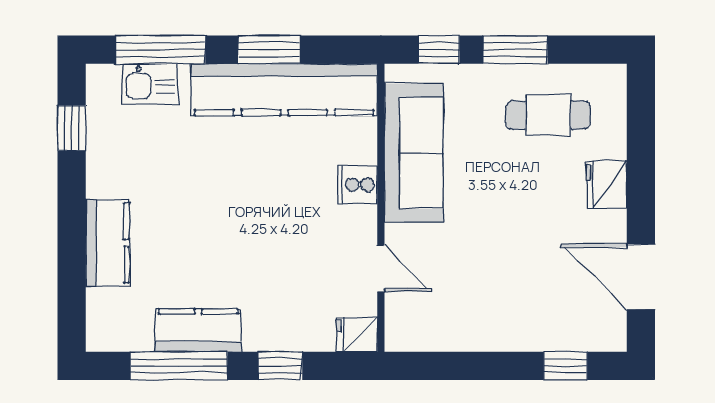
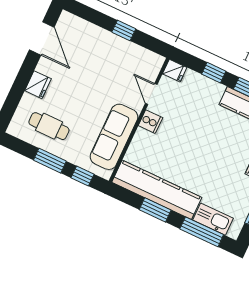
kitchen sink: (150, 84) -> (213, 219), width x1.38
cooker: (357, 185) -> (150, 122), moved
window: (565, 366) -> (124, 30), moved

